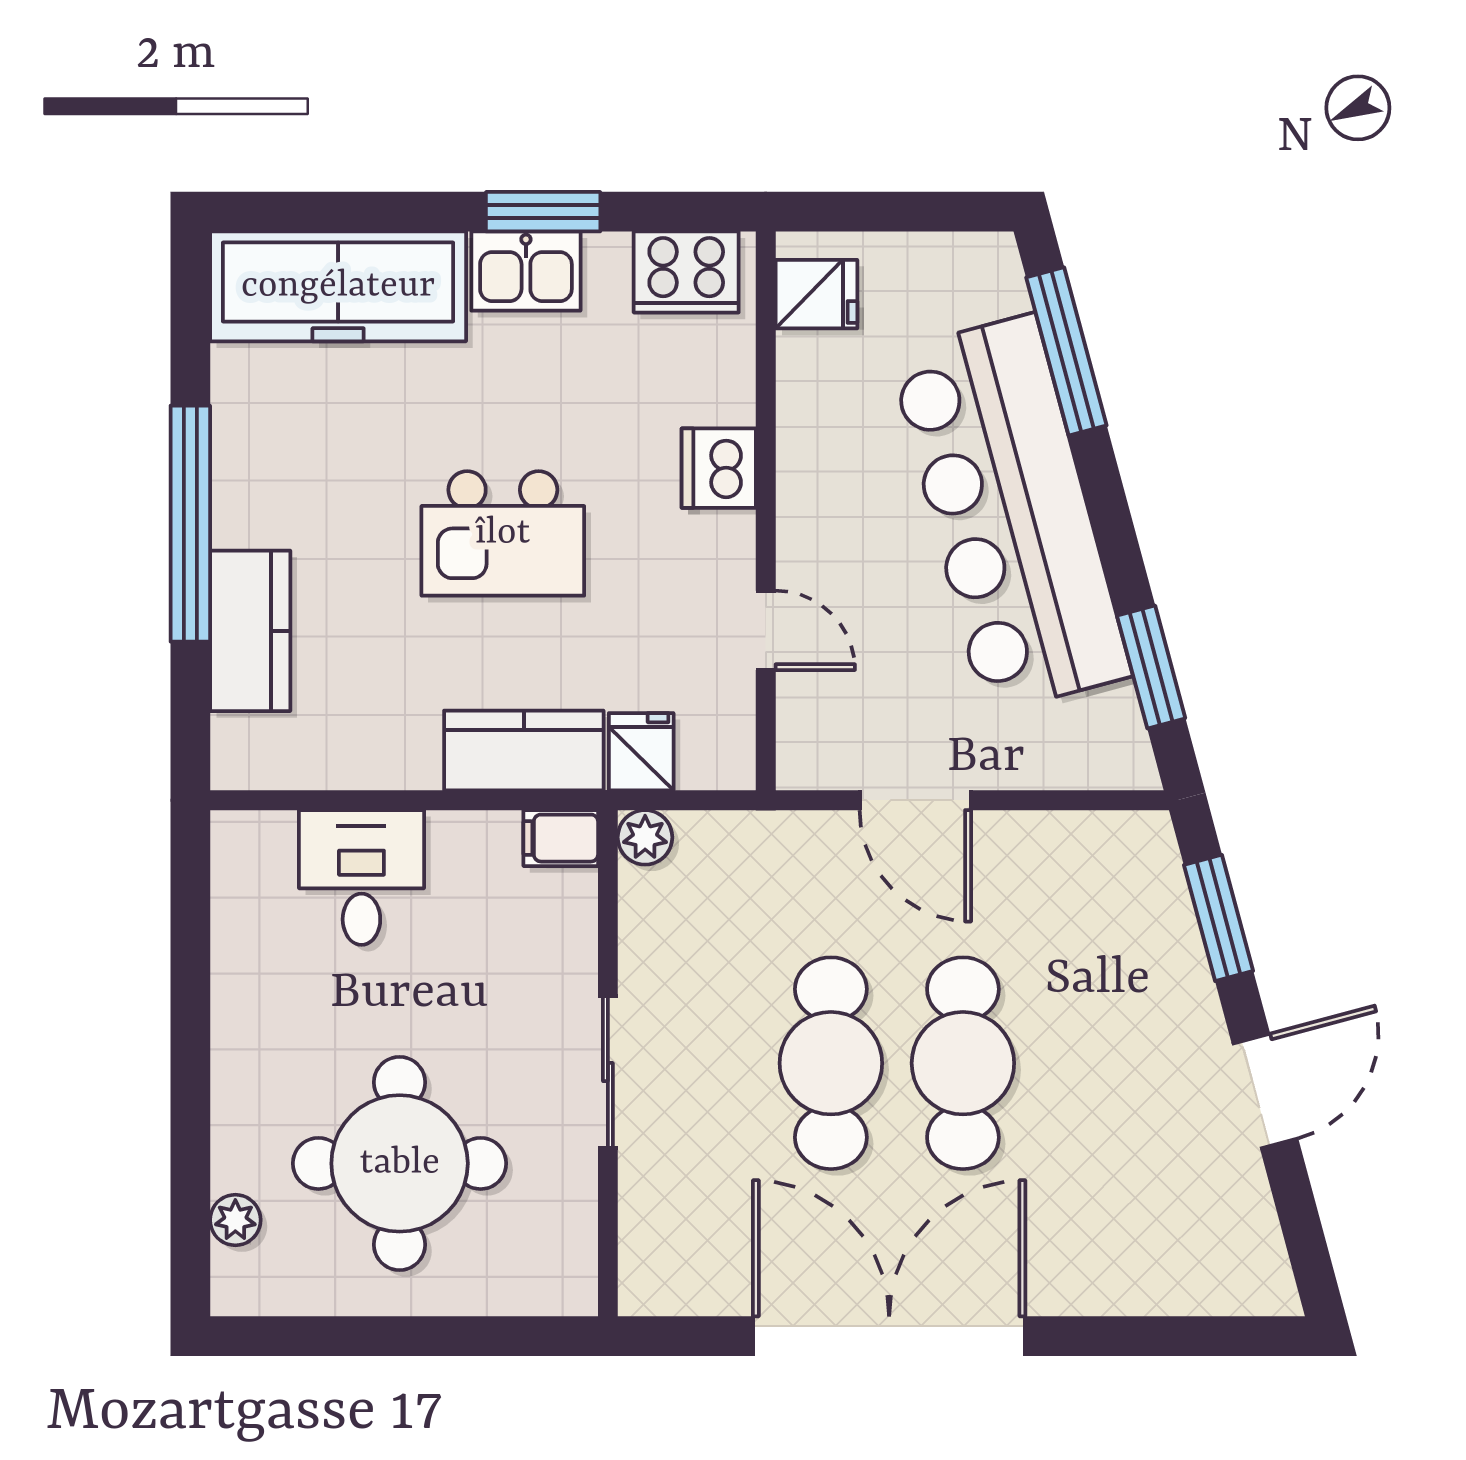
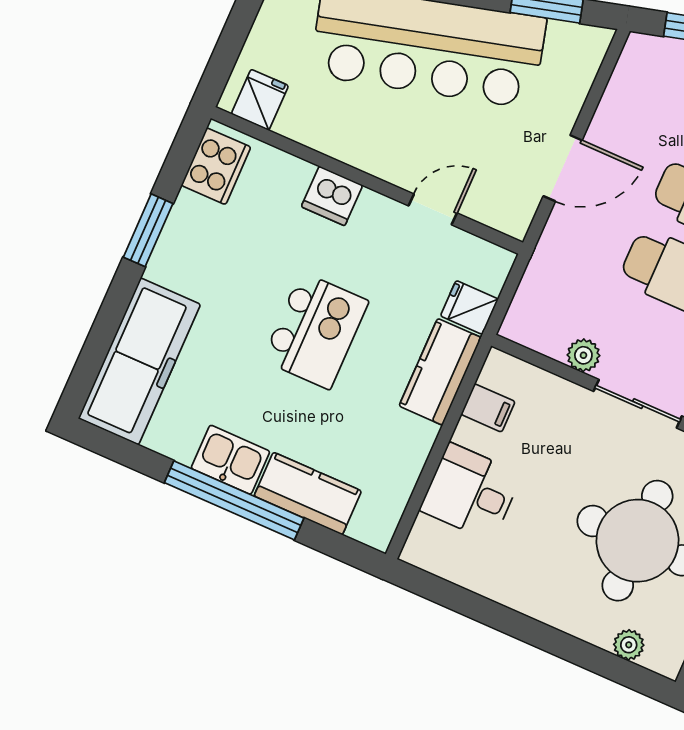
kitchen sink: (526, 271) -> (230, 460), moved, turned -90
plant: (645, 837) -> (583, 355), moved
filing cabinet: (561, 838) -> (488, 408), moved, turned -90

